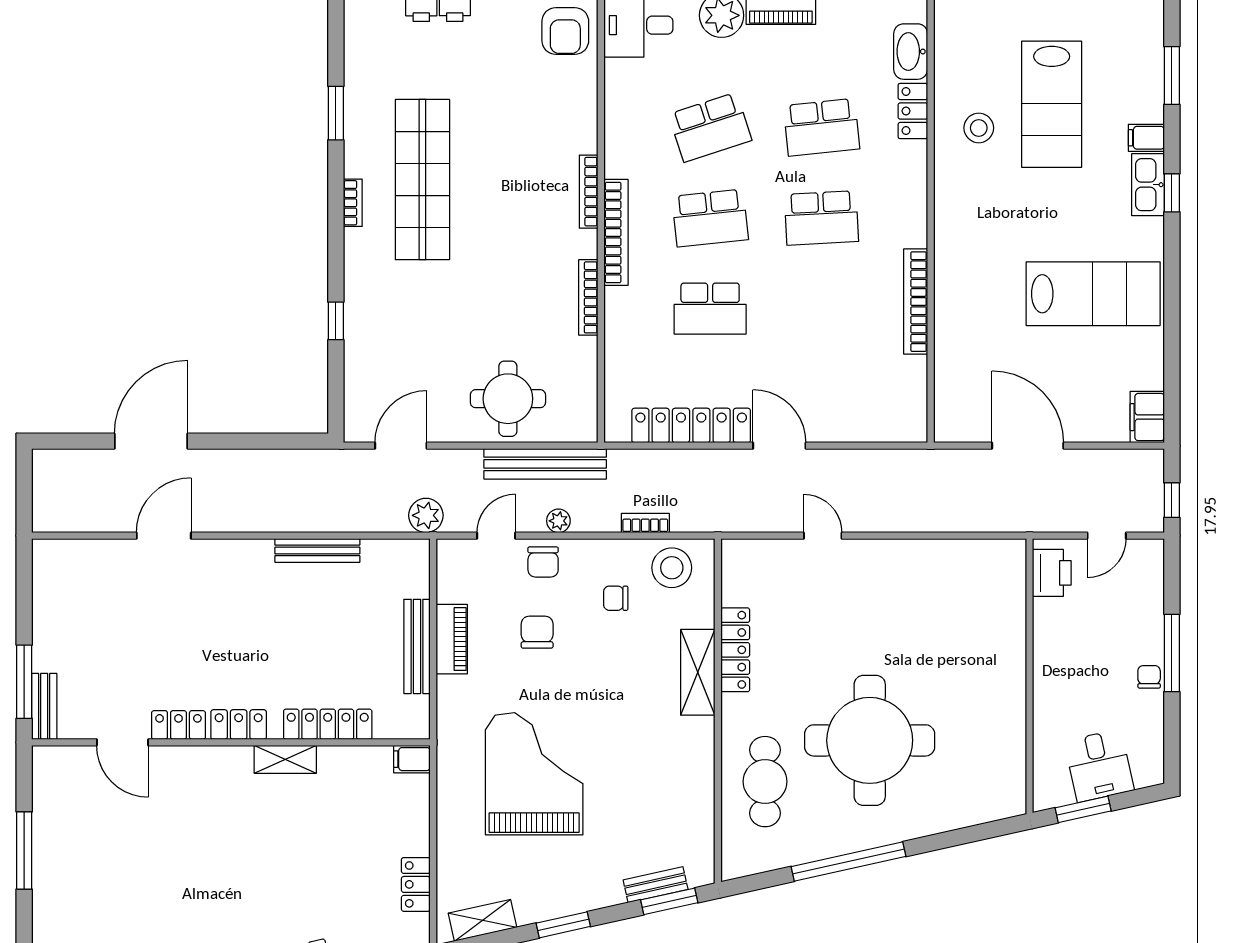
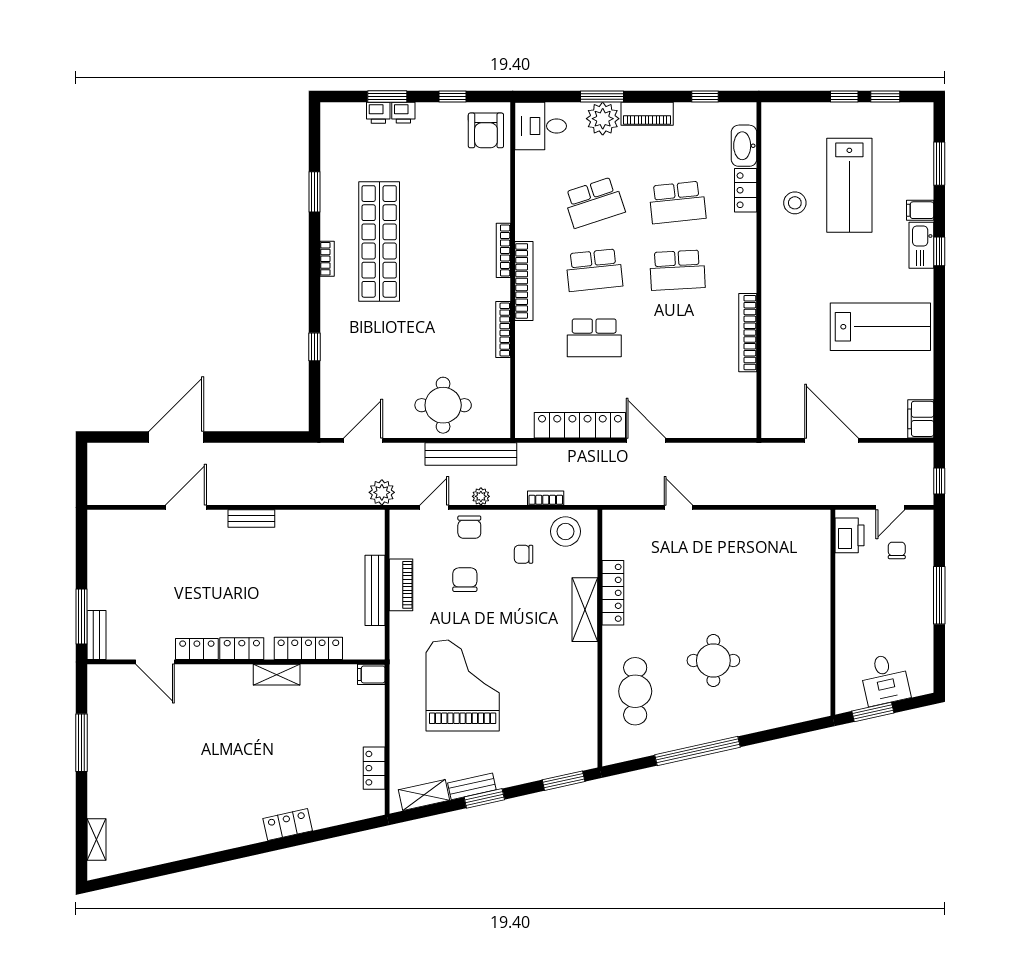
bench: (317, 550) -> (251, 519), moved, width x0.73
chair: (1149, 677) -> (897, 550), moved
round table: (870, 740) -> (713, 661), width x0.54, depth x0.54
bench: (656, 885) -> (472, 786), moved

